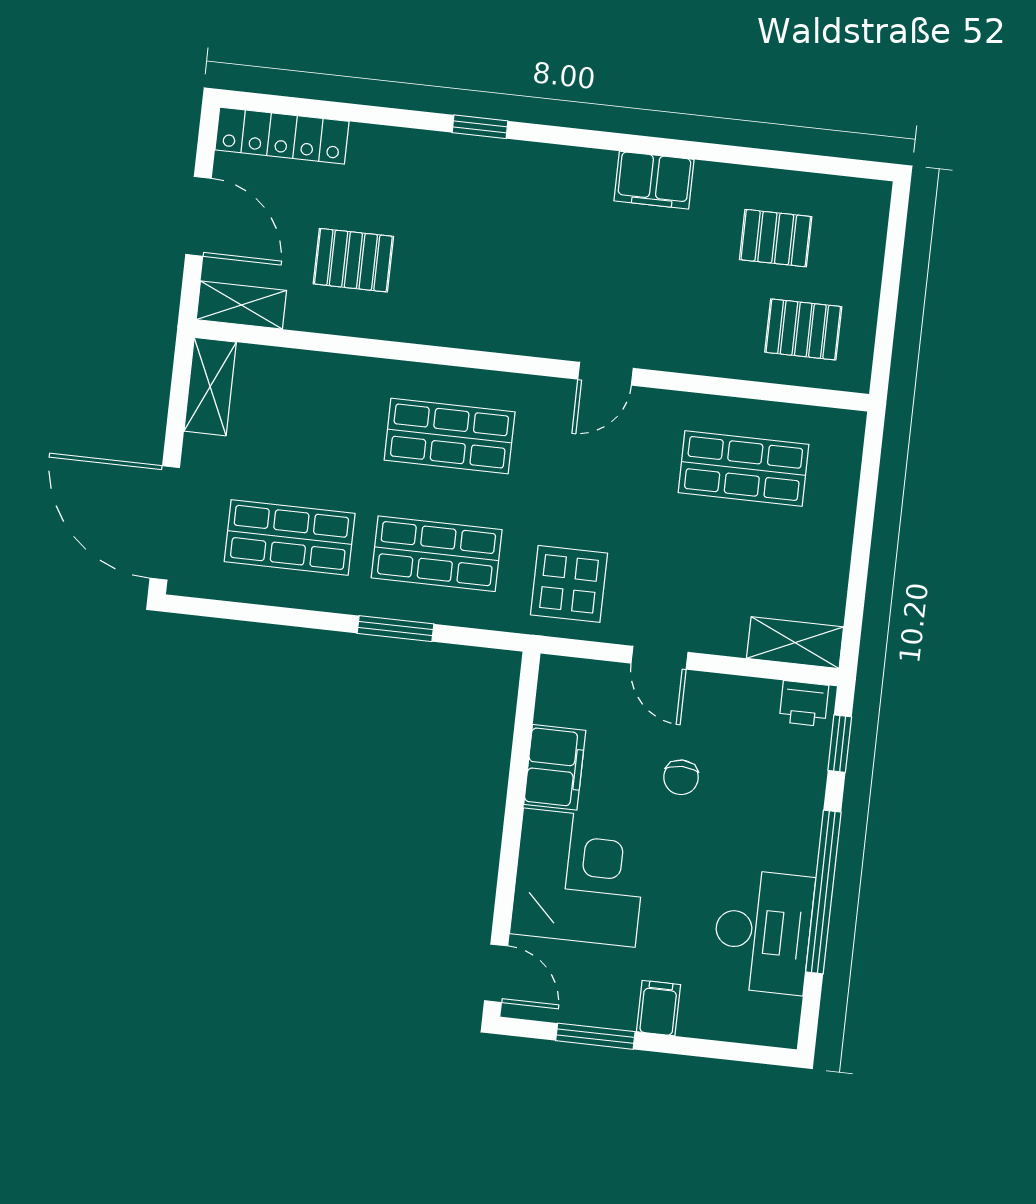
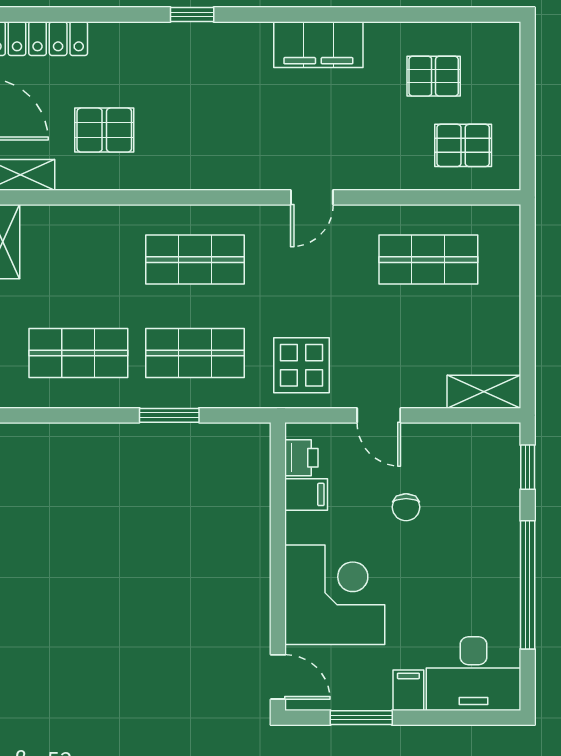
filing cabinet: (654, 180) -> (318, 45), width x1.50, depth x1.17
printer: (804, 704) -> (301, 458), moved, turned -90
filing cabinet: (555, 767) -> (306, 494), width x0.50
desk: (763, 932) -> (474, 674), moved, turned 90

